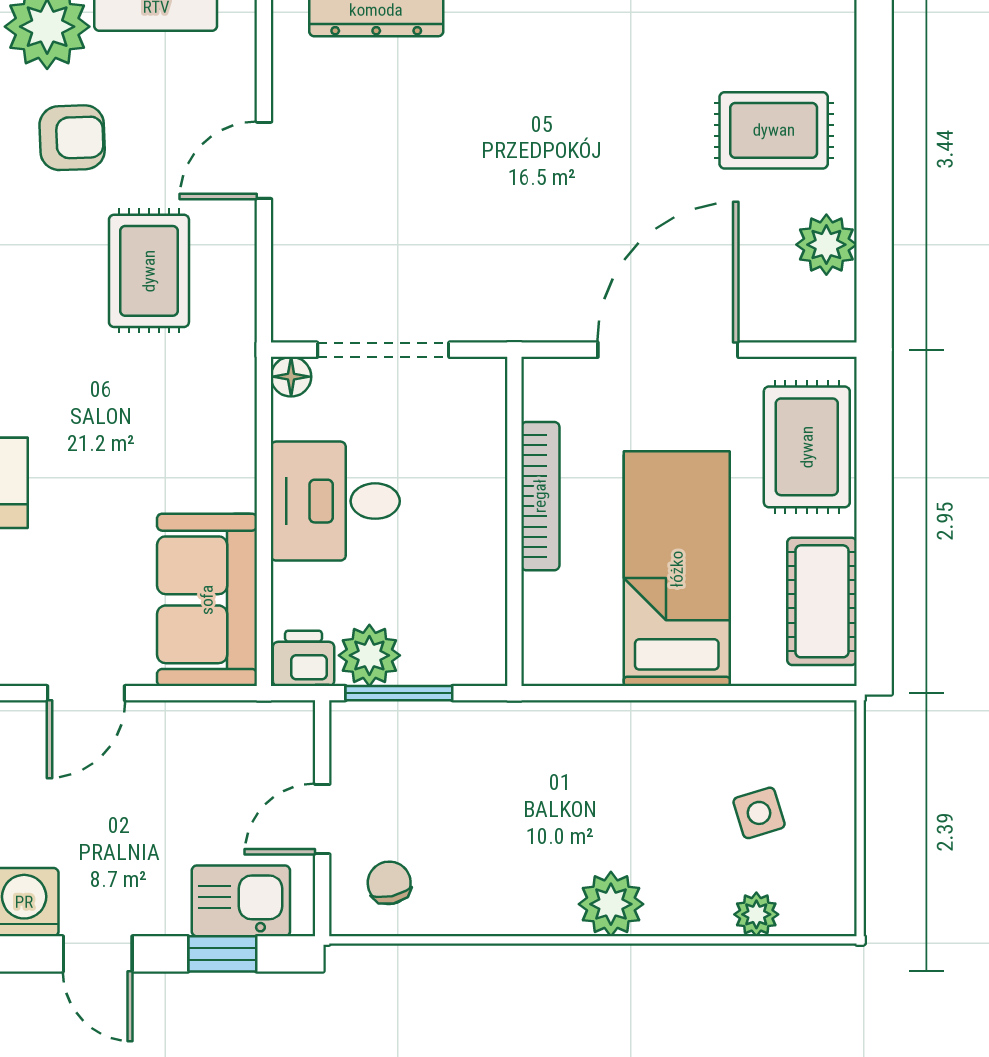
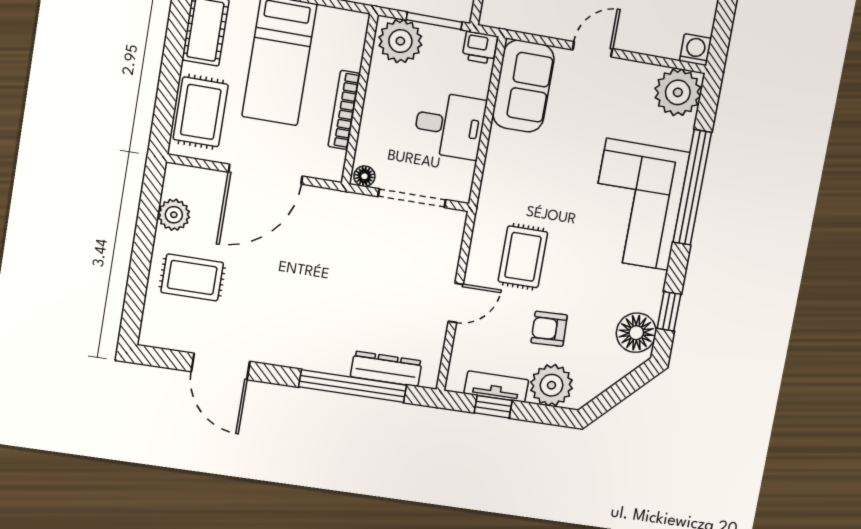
floor lamp: (291, 377) -> (364, 176), moved
plant: (369, 655) -> (400, 41), moved, width x1.36, depth x1.36

